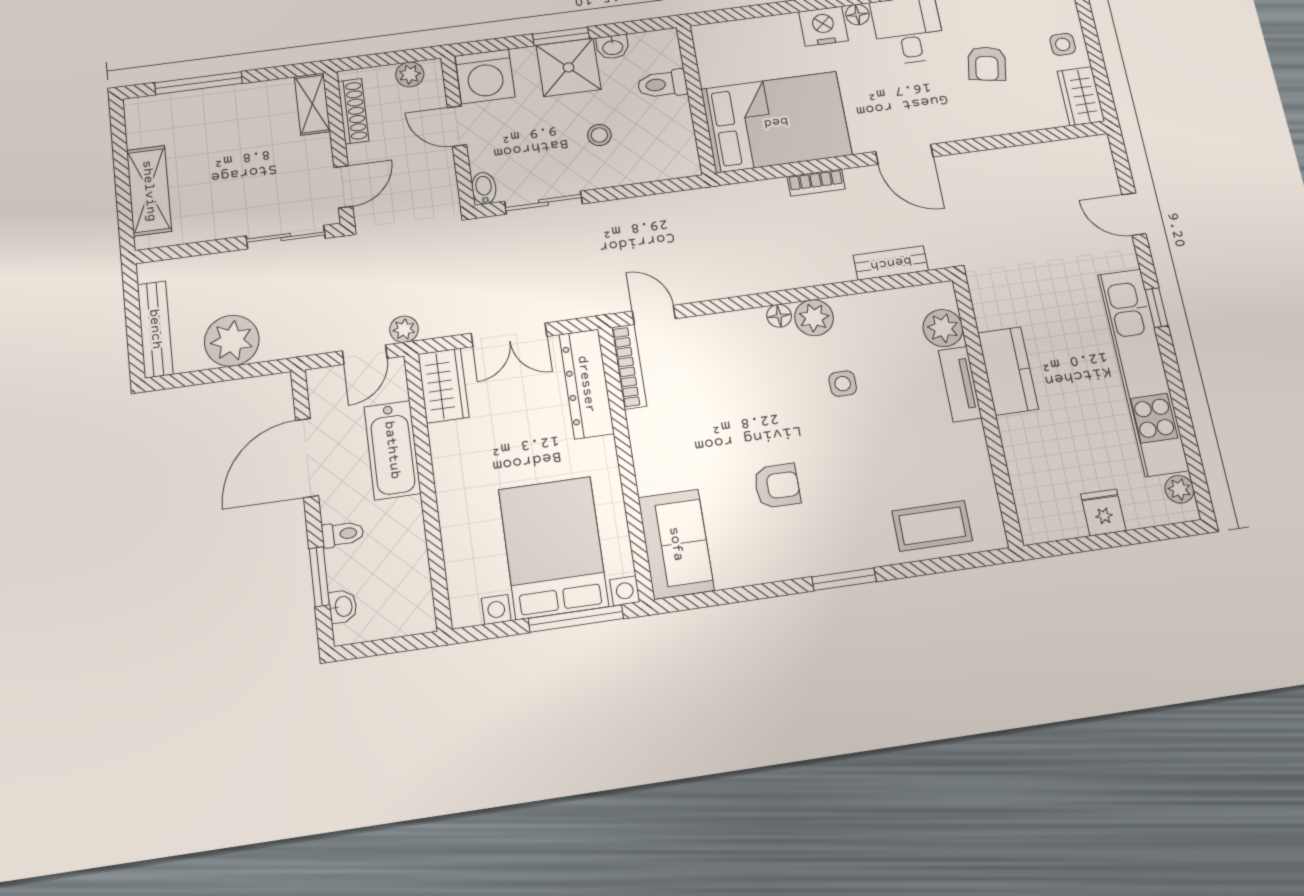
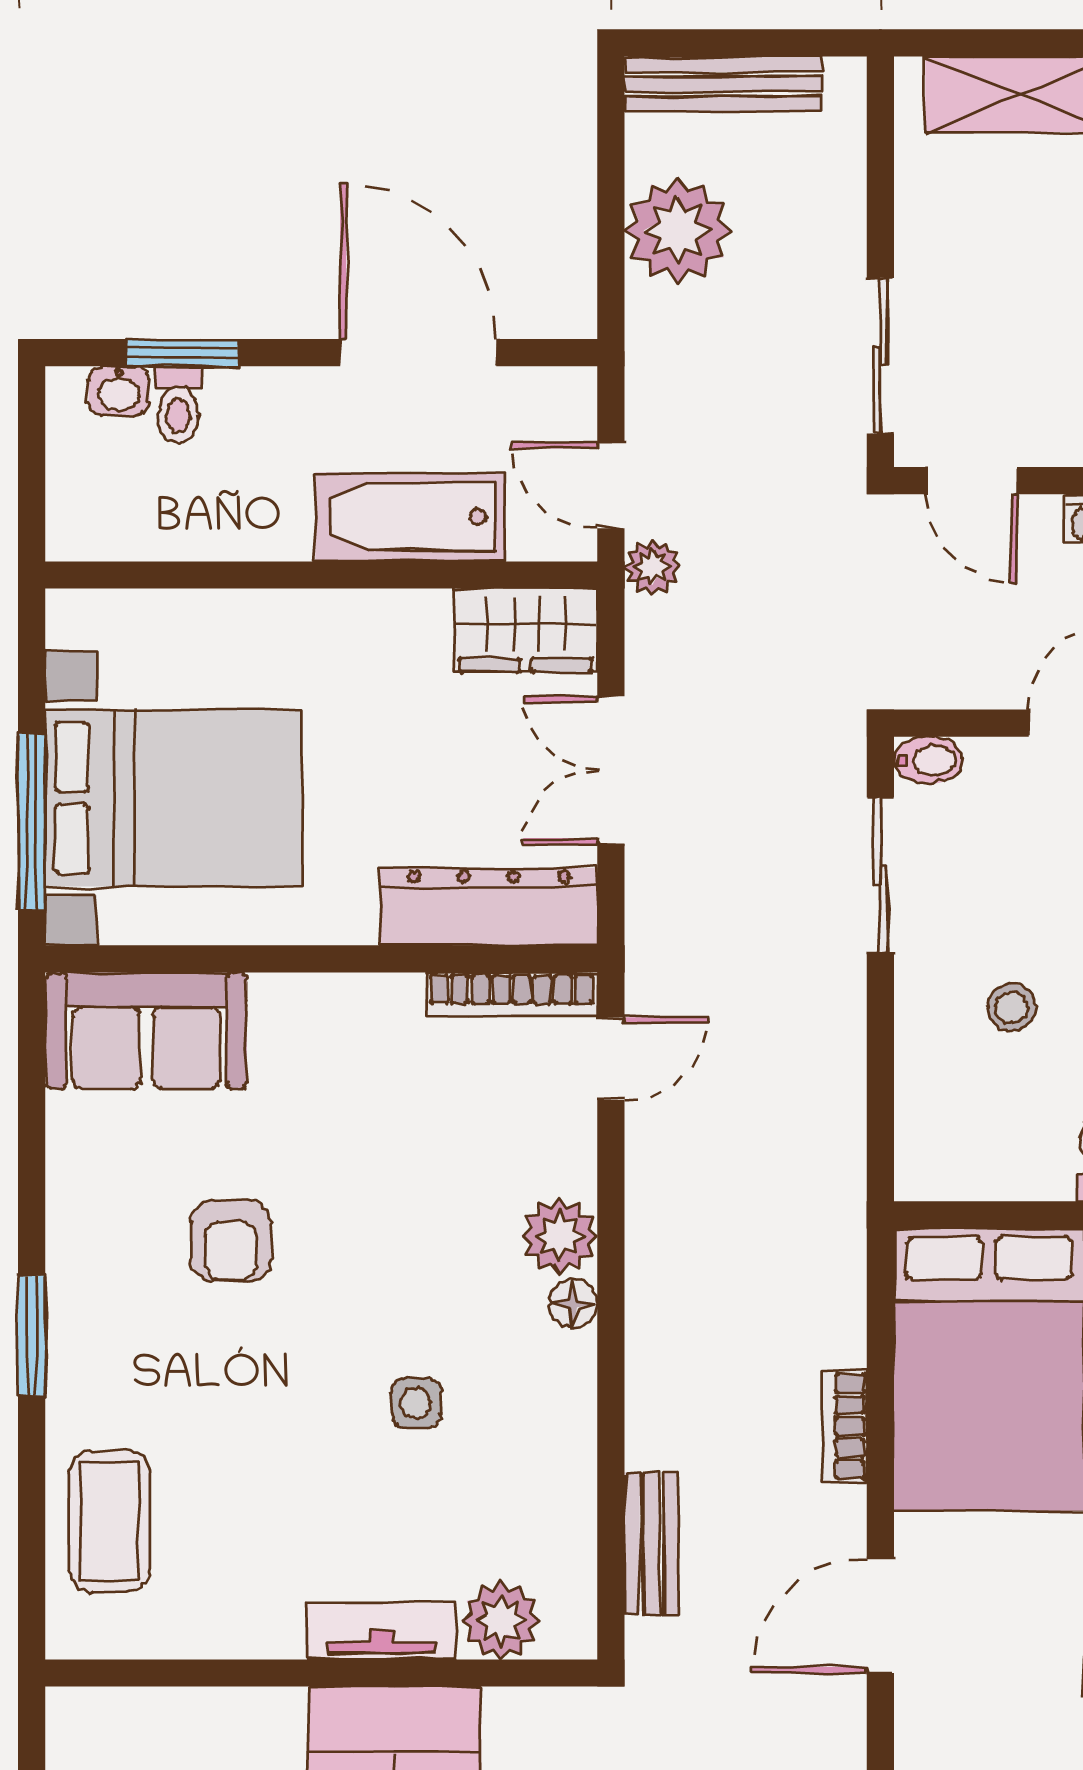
plant: (814, 318) -> (559, 1236), moved
toilet: (343, 534) -> (178, 405), moved

